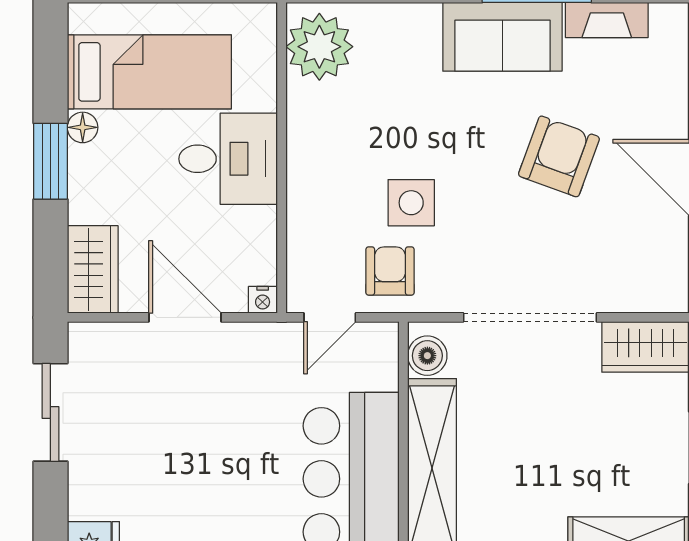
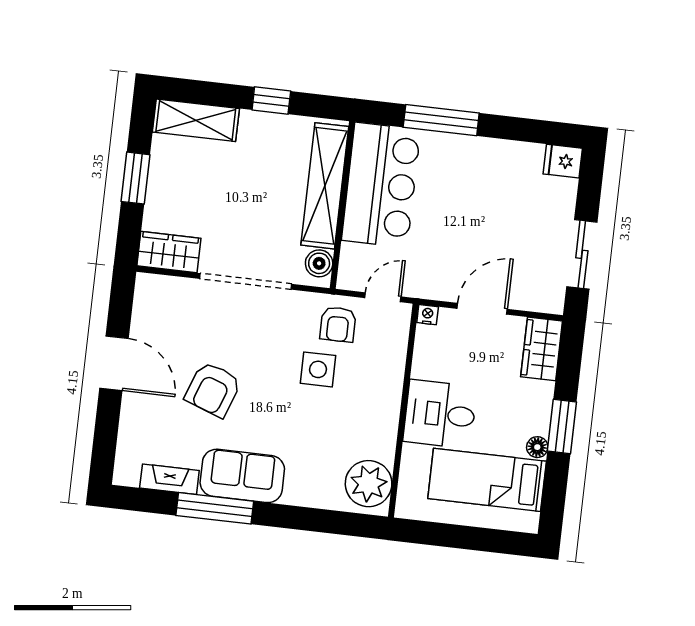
door: (185, 317) -> (482, 309), swing flipped

